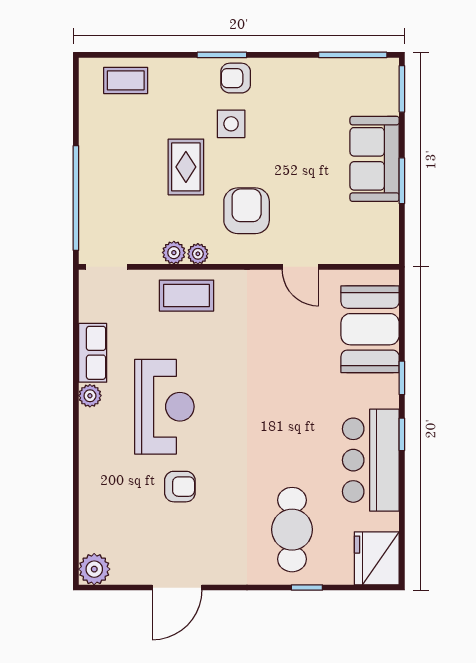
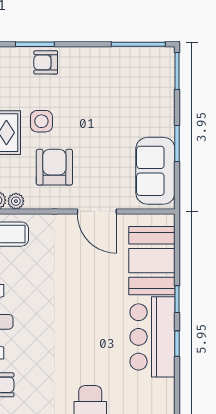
side table: (231, 124) -> (41, 121), moved
sofa: (375, 159) -> (155, 171), moved
door: (300, 267) -> (97, 211), width x1.38
bar counter: (371, 460) -> (152, 337), moved

